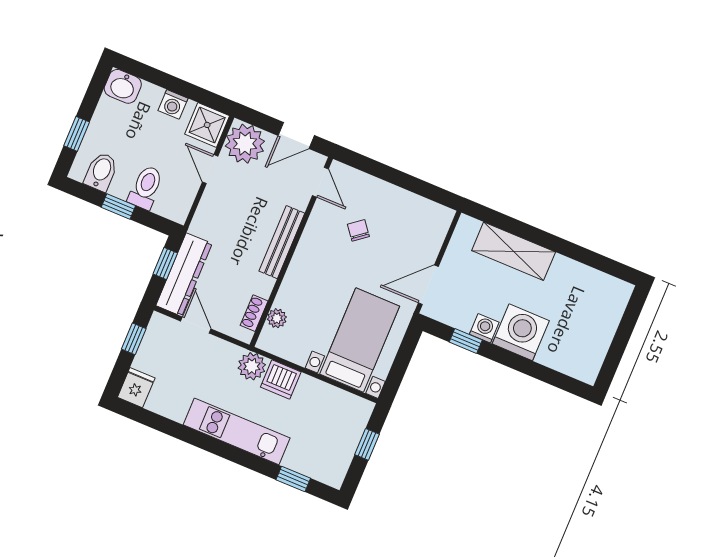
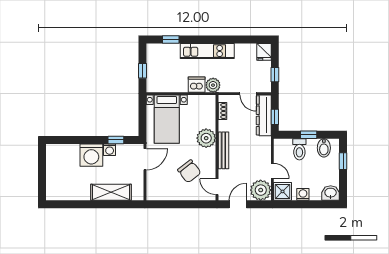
chair: (358, 230) -> (189, 171), width x1.87, depth x1.87
plant: (277, 318) -> (206, 138), moved, width x1.87, depth x1.87

